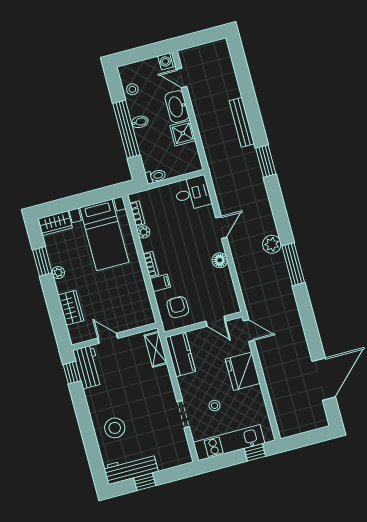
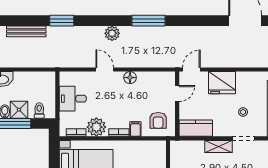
shower: (183, 133) -> (19, 110), moved
toilet: (156, 176) -> (39, 110), moved
desk: (193, 193) -> (73, 99), moved, turned -90
plant: (144, 232) -> (96, 127), width x1.87, depth x1.87
plant: (272, 244) -> (112, 33), moved
armchair: (178, 307) -> (158, 120), turned -90
shelving: (156, 349) -> (218, 146), moved

